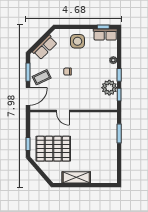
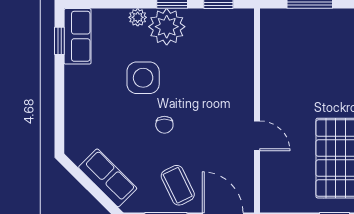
side table: (77, 41) -> (143, 78), moved
plant: (109, 88) -> (167, 27), moved
door: (63, 111) -> (257, 136), hinge flipped

